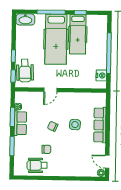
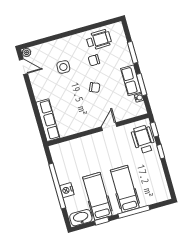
washbasin: (25, 19) -> (81, 218), moved
hospital bed: (56, 39) -> (125, 189), width x0.73, depth x0.78
nightstand: (101, 75) -> (67, 190), moved
side table: (75, 125) -> (63, 67), moved
row of seats: (100, 125) -> (48, 120), moved

